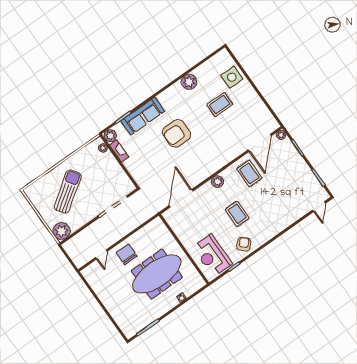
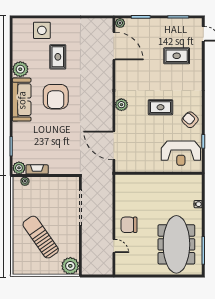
sofa: (143, 116) -> (22, 100), moved
armchair: (177, 133) -> (56, 97), moved
rug: (249, 173) -> (177, 56), moved
meeting table: (157, 274) -> (176, 244), moved

